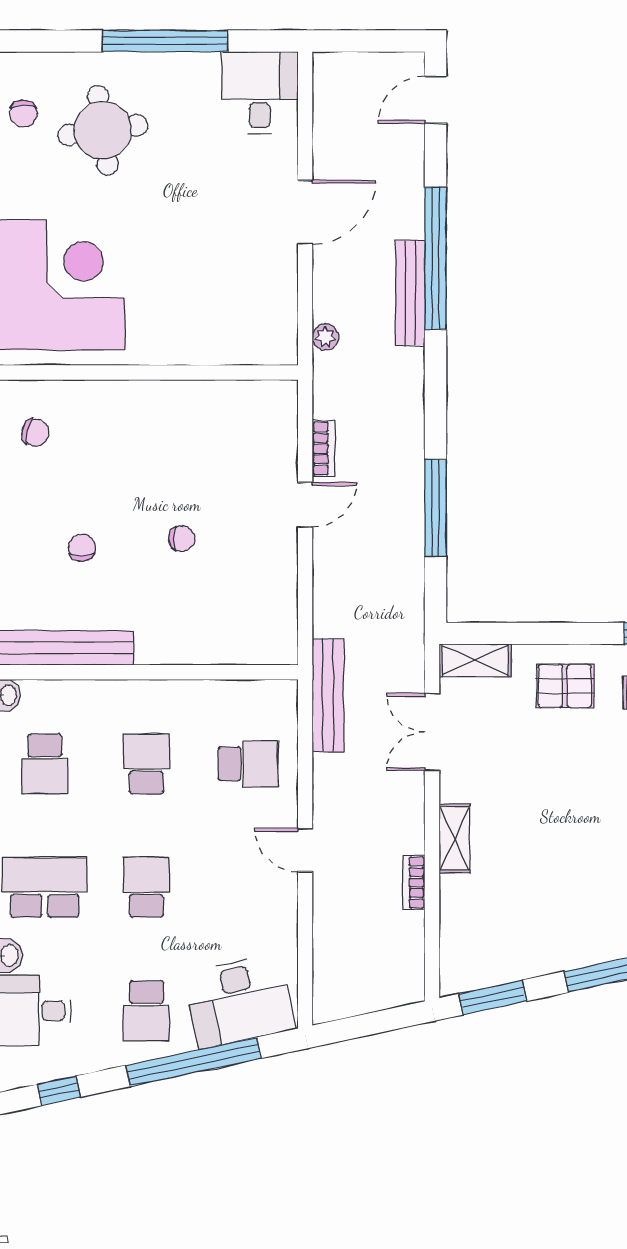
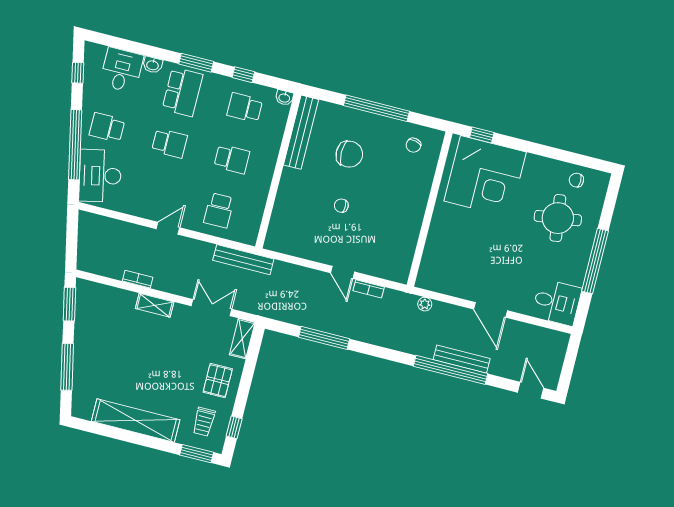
bench: (410, 293) -> (462, 359), moved
chair: (182, 539) -> (341, 206), turned 90
chair: (82, 548) -> (349, 154), width x1.87, depth x1.87

